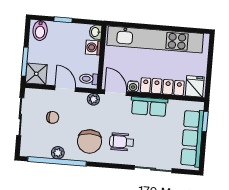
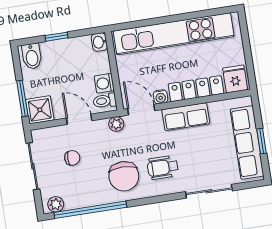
washing machine: (93, 47) -> (104, 83), moved
window: (205, 121) -> (261, 141), moved
plant: (58, 153) -> (56, 204), moved

